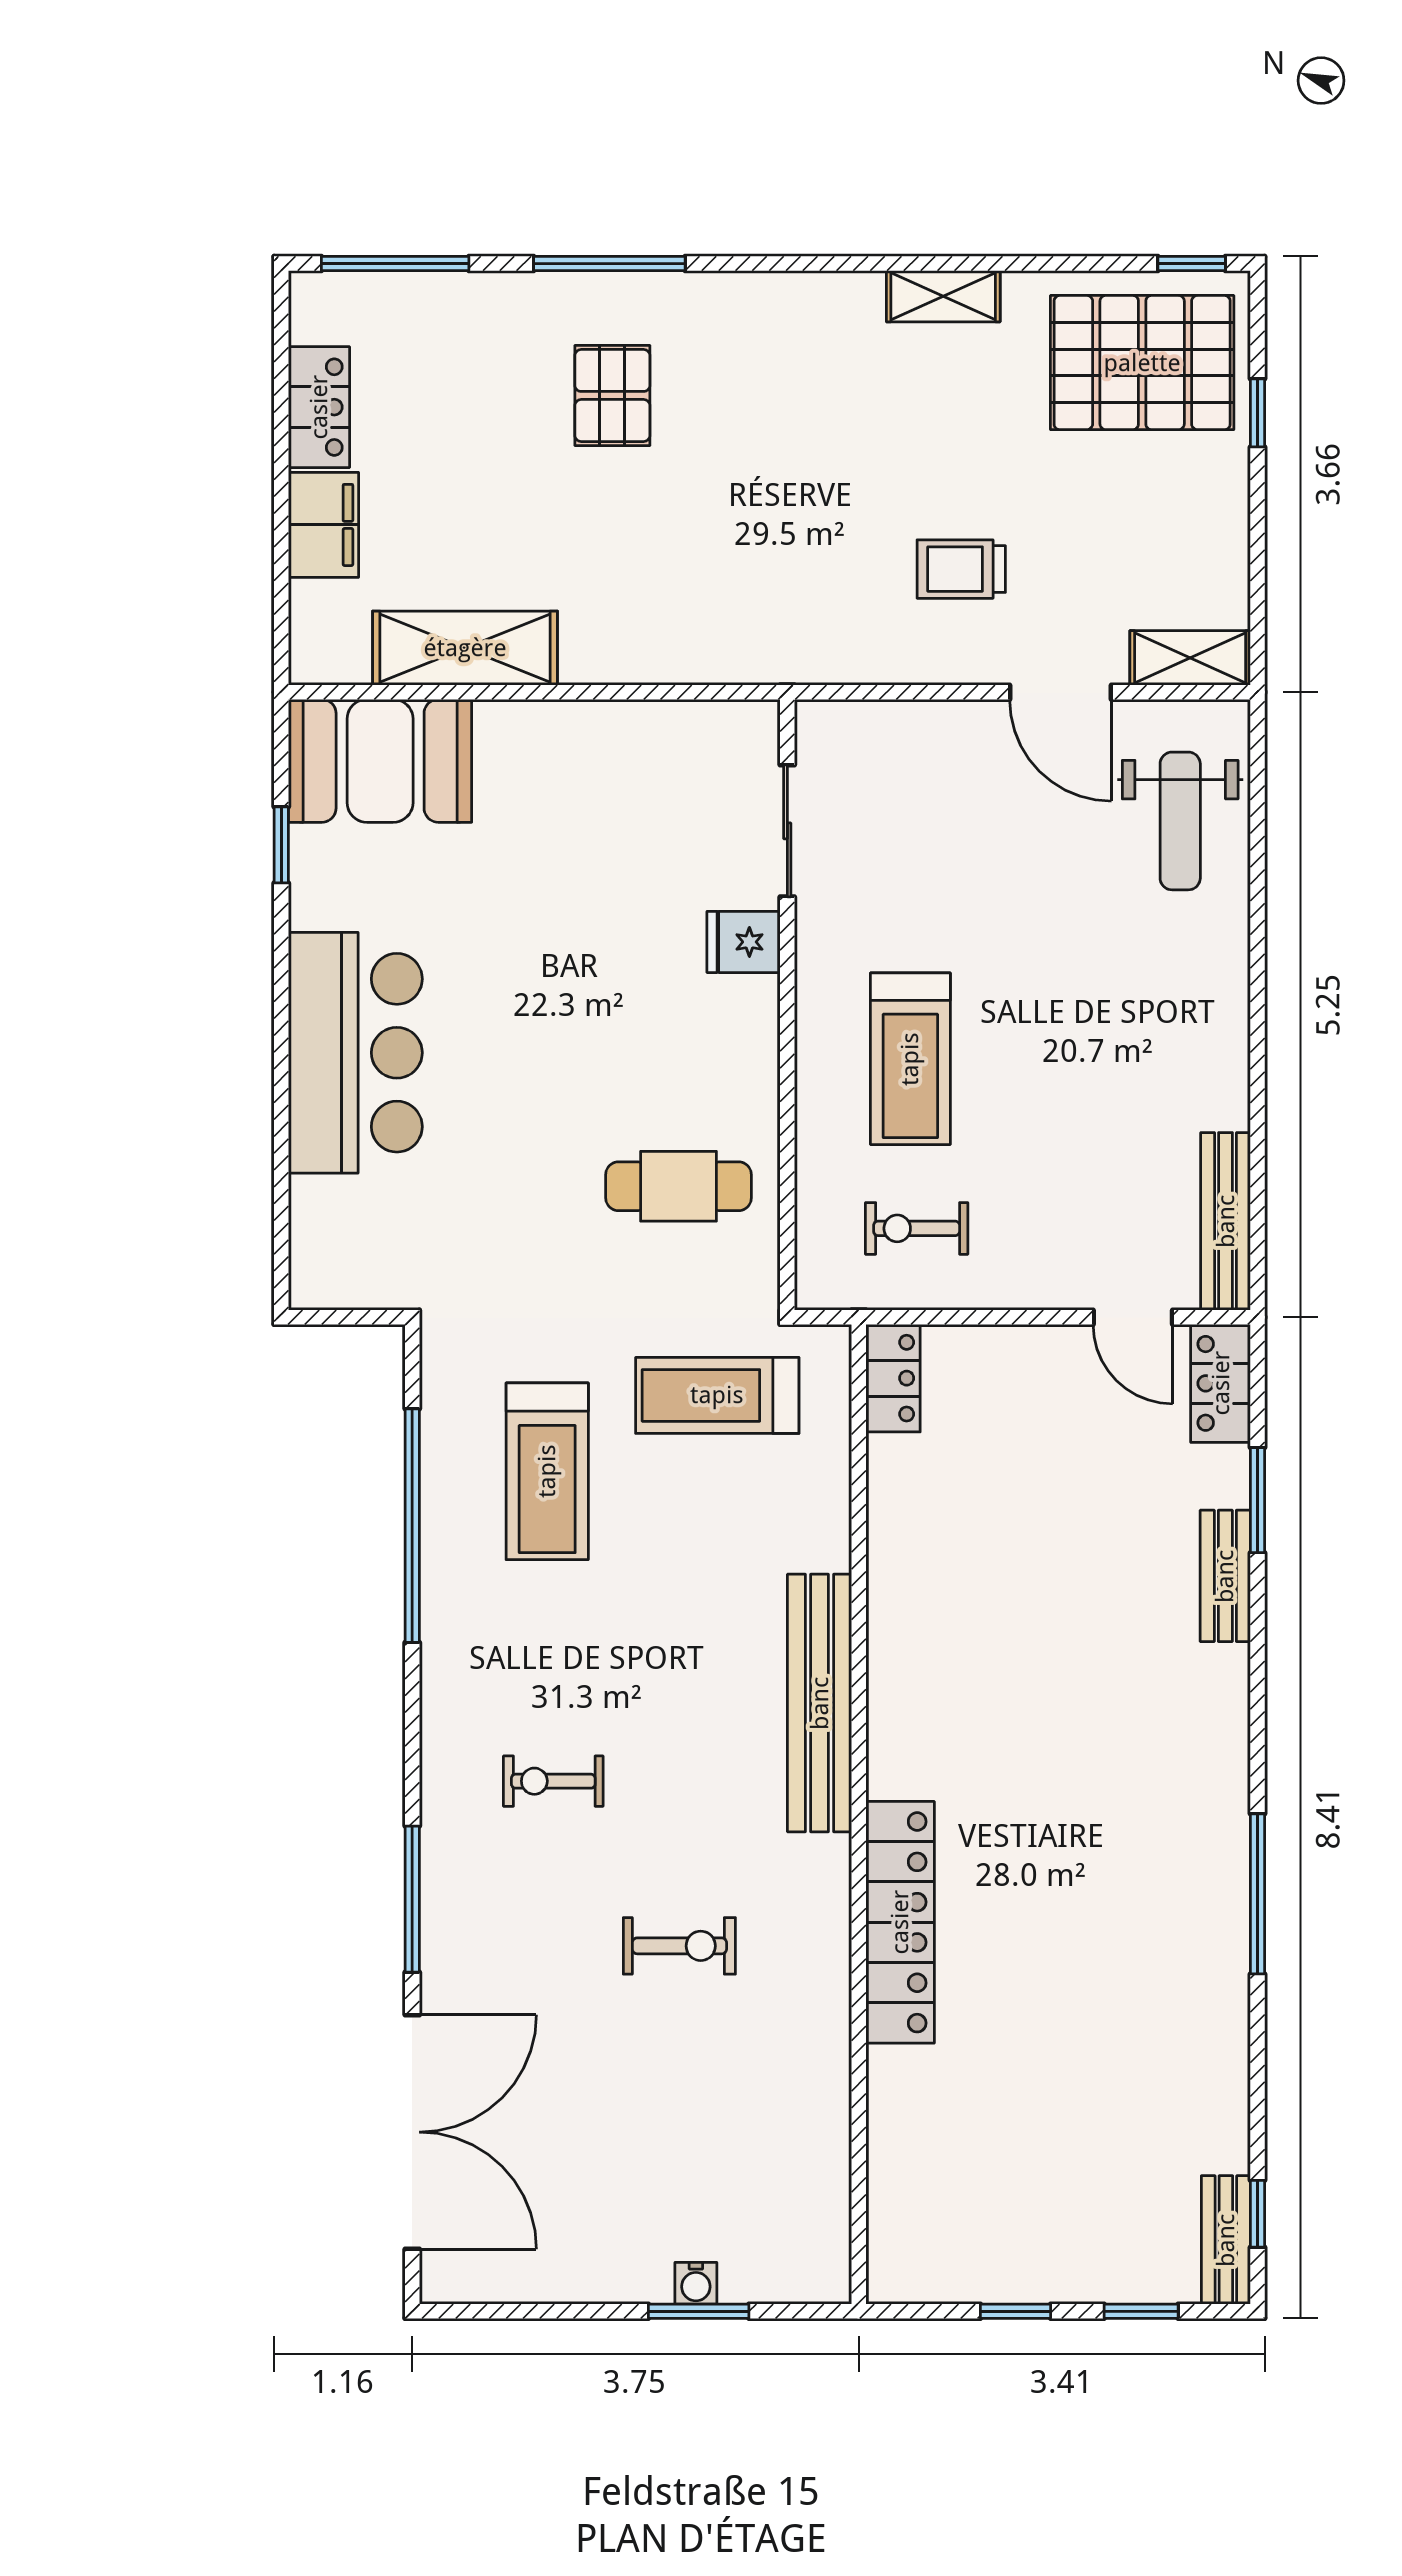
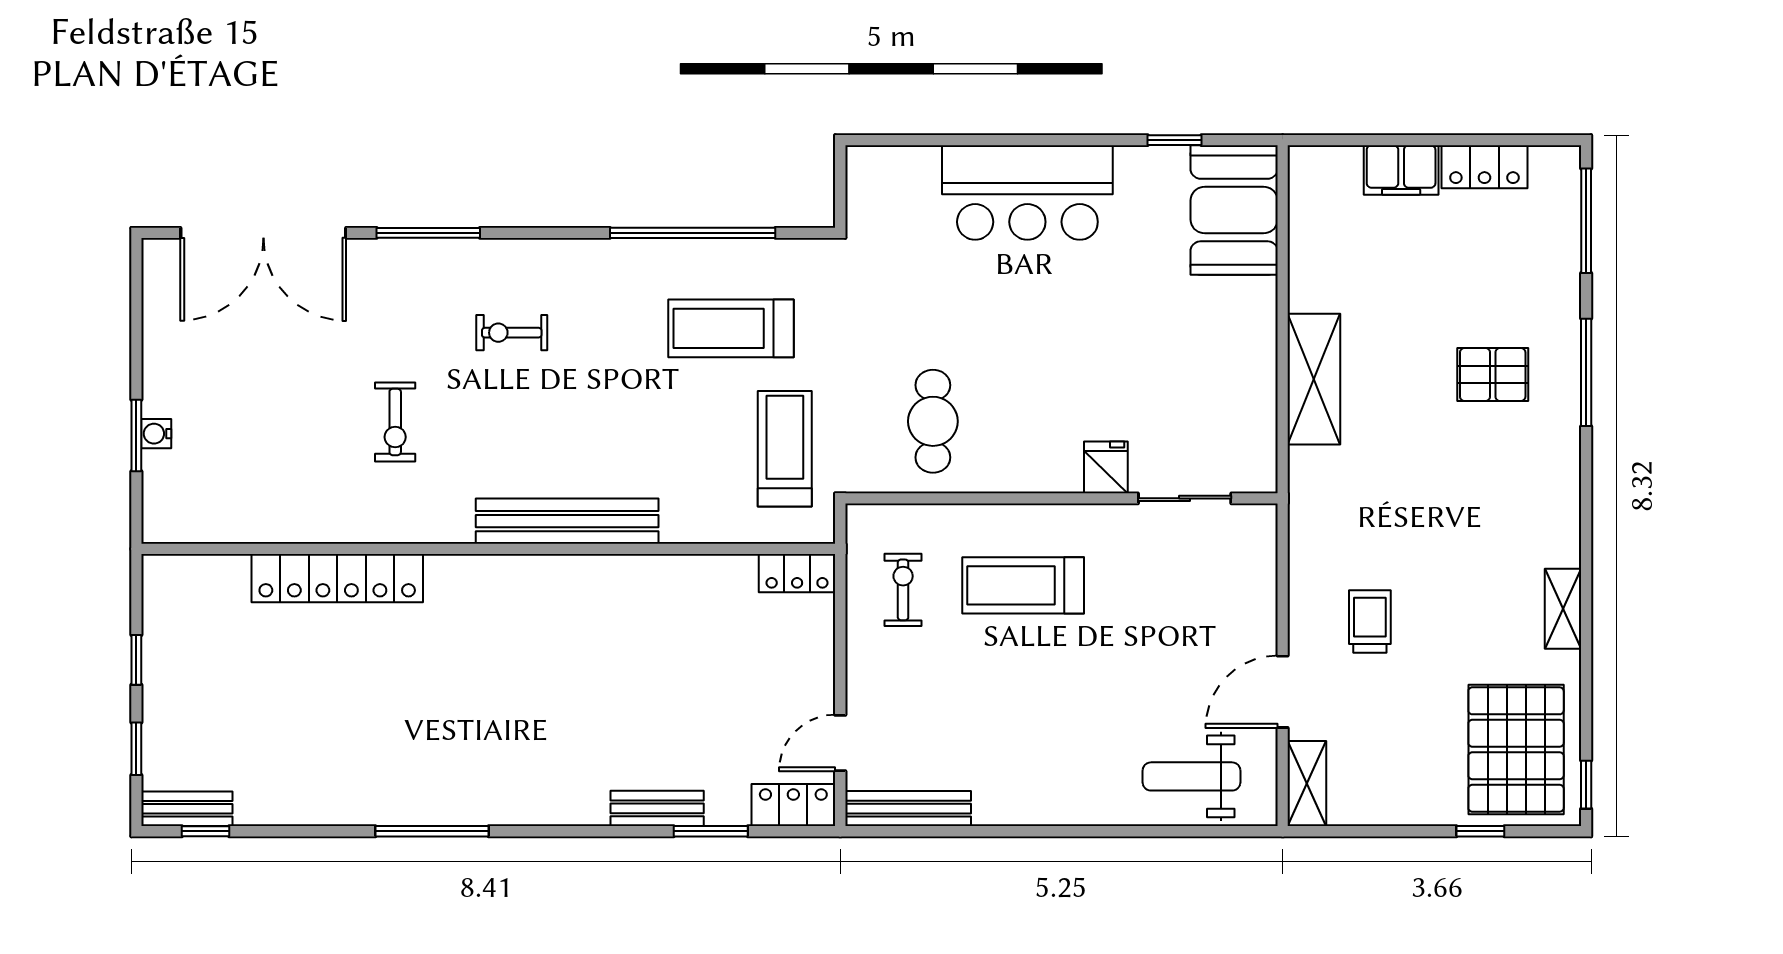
shelving: (465, 648) -> (1314, 379), moved
exercise bike: (553, 1781) -> (512, 333), turned -90
locker: (900, 1922) -> (337, 578), moved

